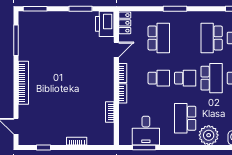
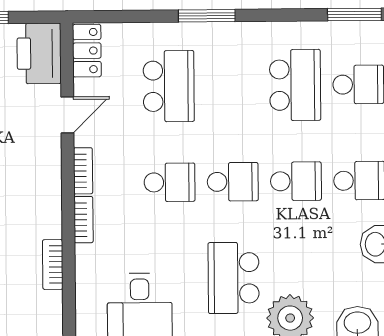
school desk: (212, 38) -> (295, 85), turned 180
school desk: (212, 78) -> (296, 181), width x0.54

